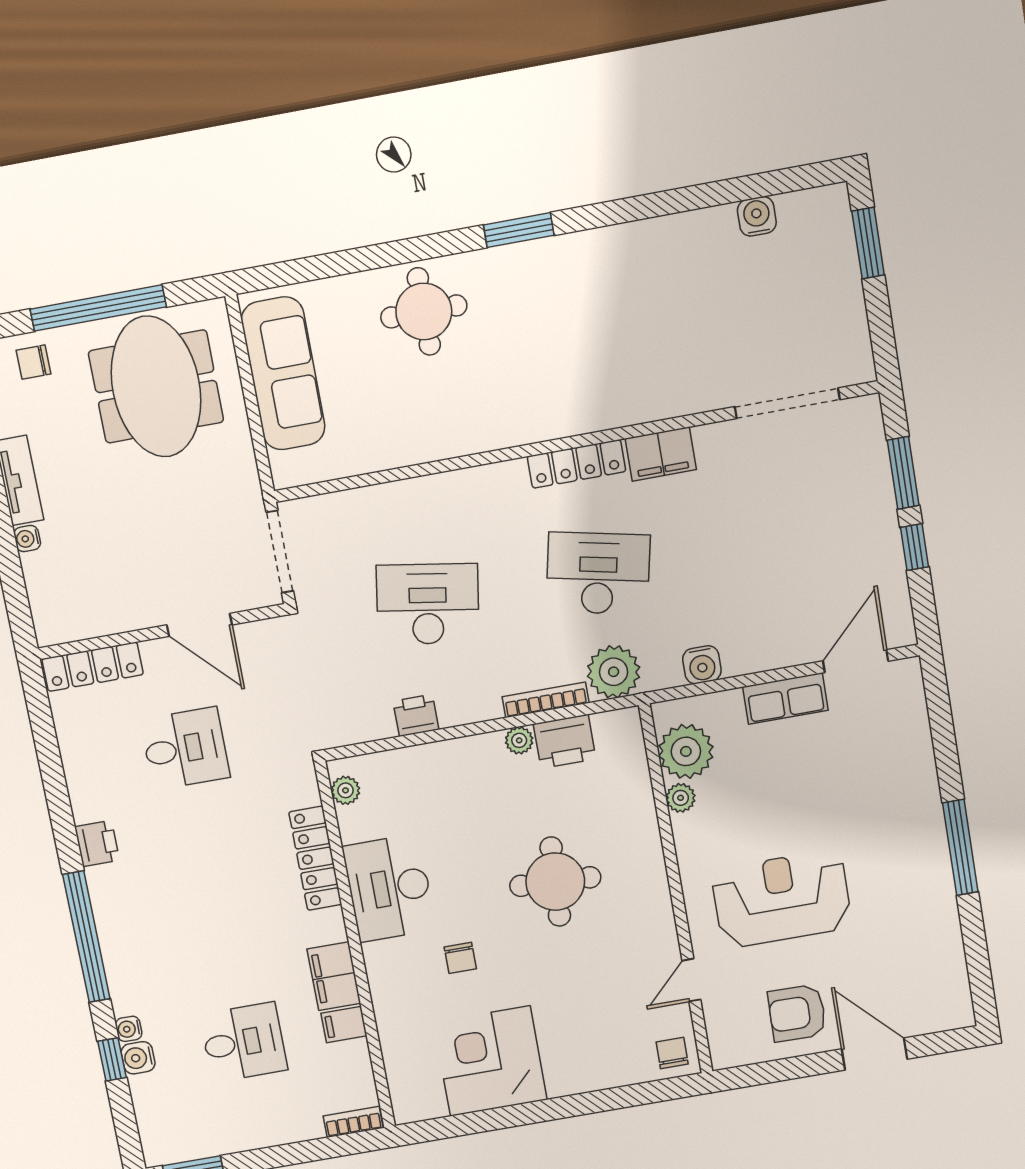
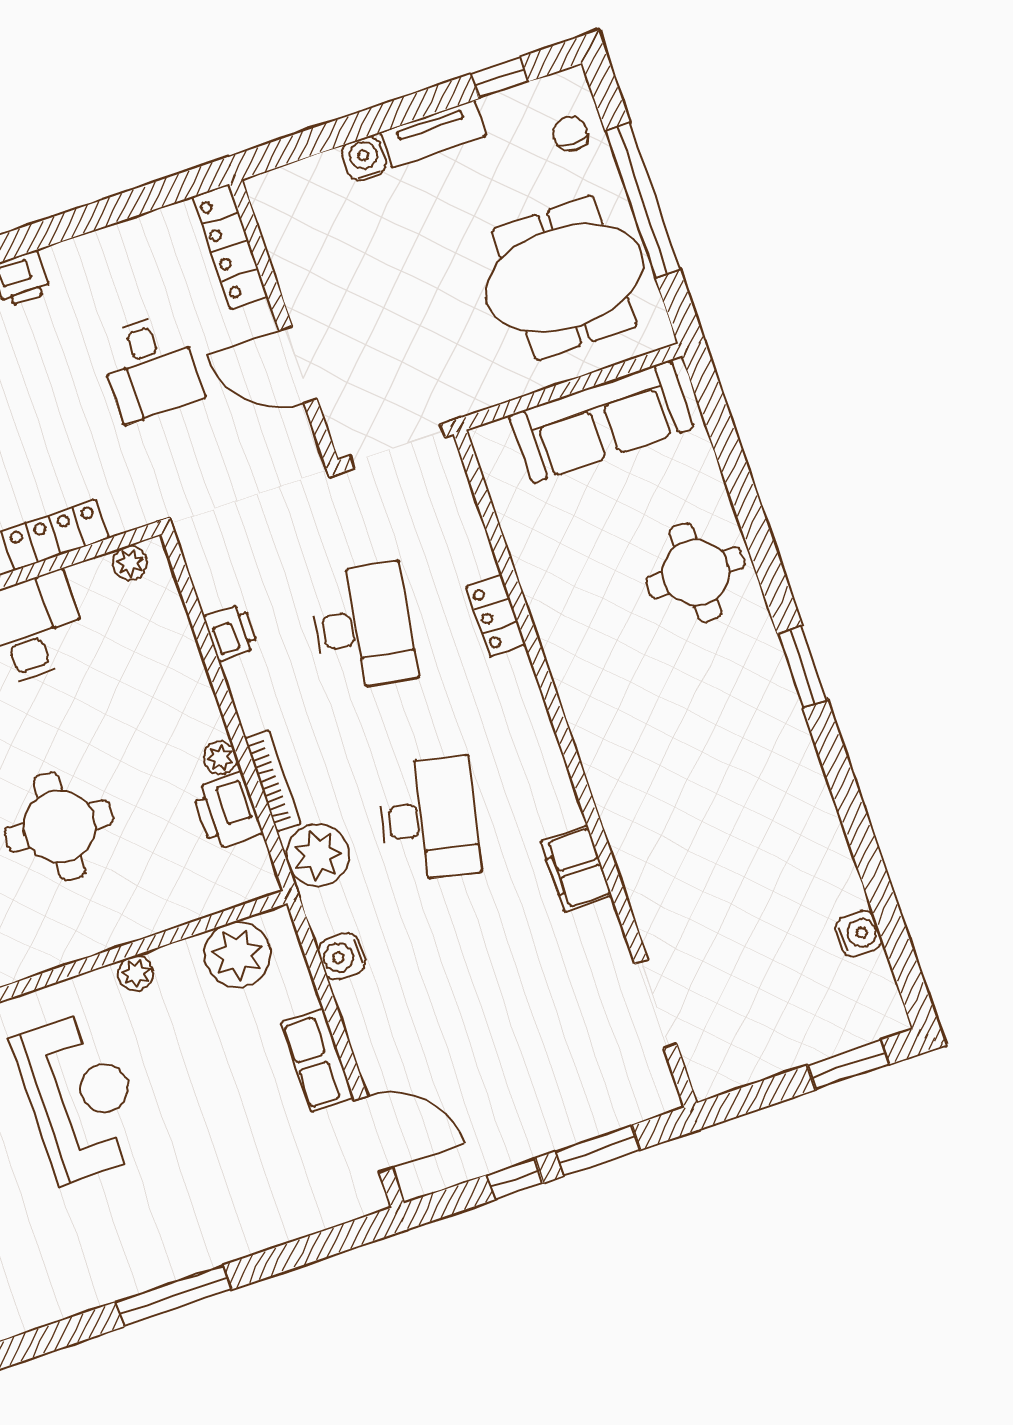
doorway: (787, 403) -> (656, 1004), width x0.73
locker: (576, 464) -> (496, 616), moved, width x0.66
water cooler: (27, 539) -> (364, 158), width x1.38, depth x1.38
door: (199, 625) -> (298, 365), hinge flipped
plant: (681, 798) -> (136, 973), moved

